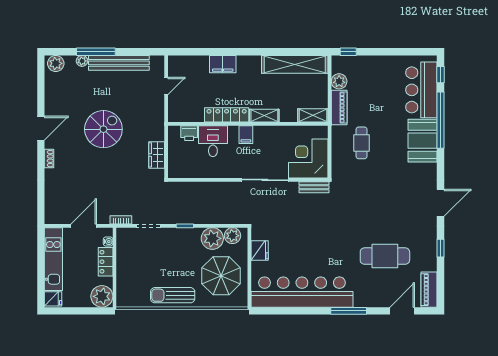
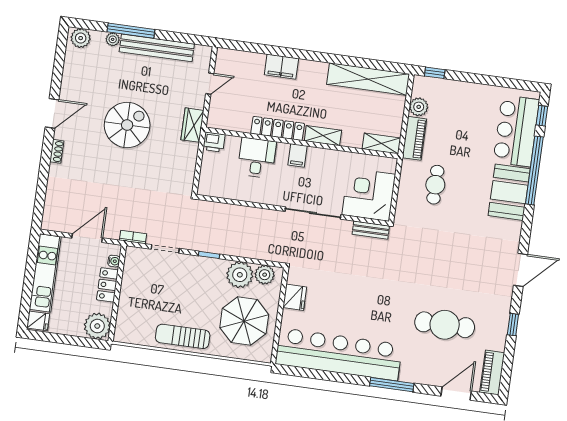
printer: (189, 133) -> (214, 142), moved
wardrobe: (157, 155) -> (192, 125), moved

